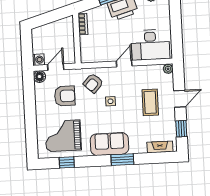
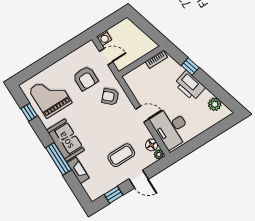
floor lamp: (39, 77) -> (152, 145), moved
side table: (110, 101) -> (103, 120), removed
fireplace: (160, 147) -> (78, 170), moved
window: (122, 160) -> (58, 159), width x1.44

